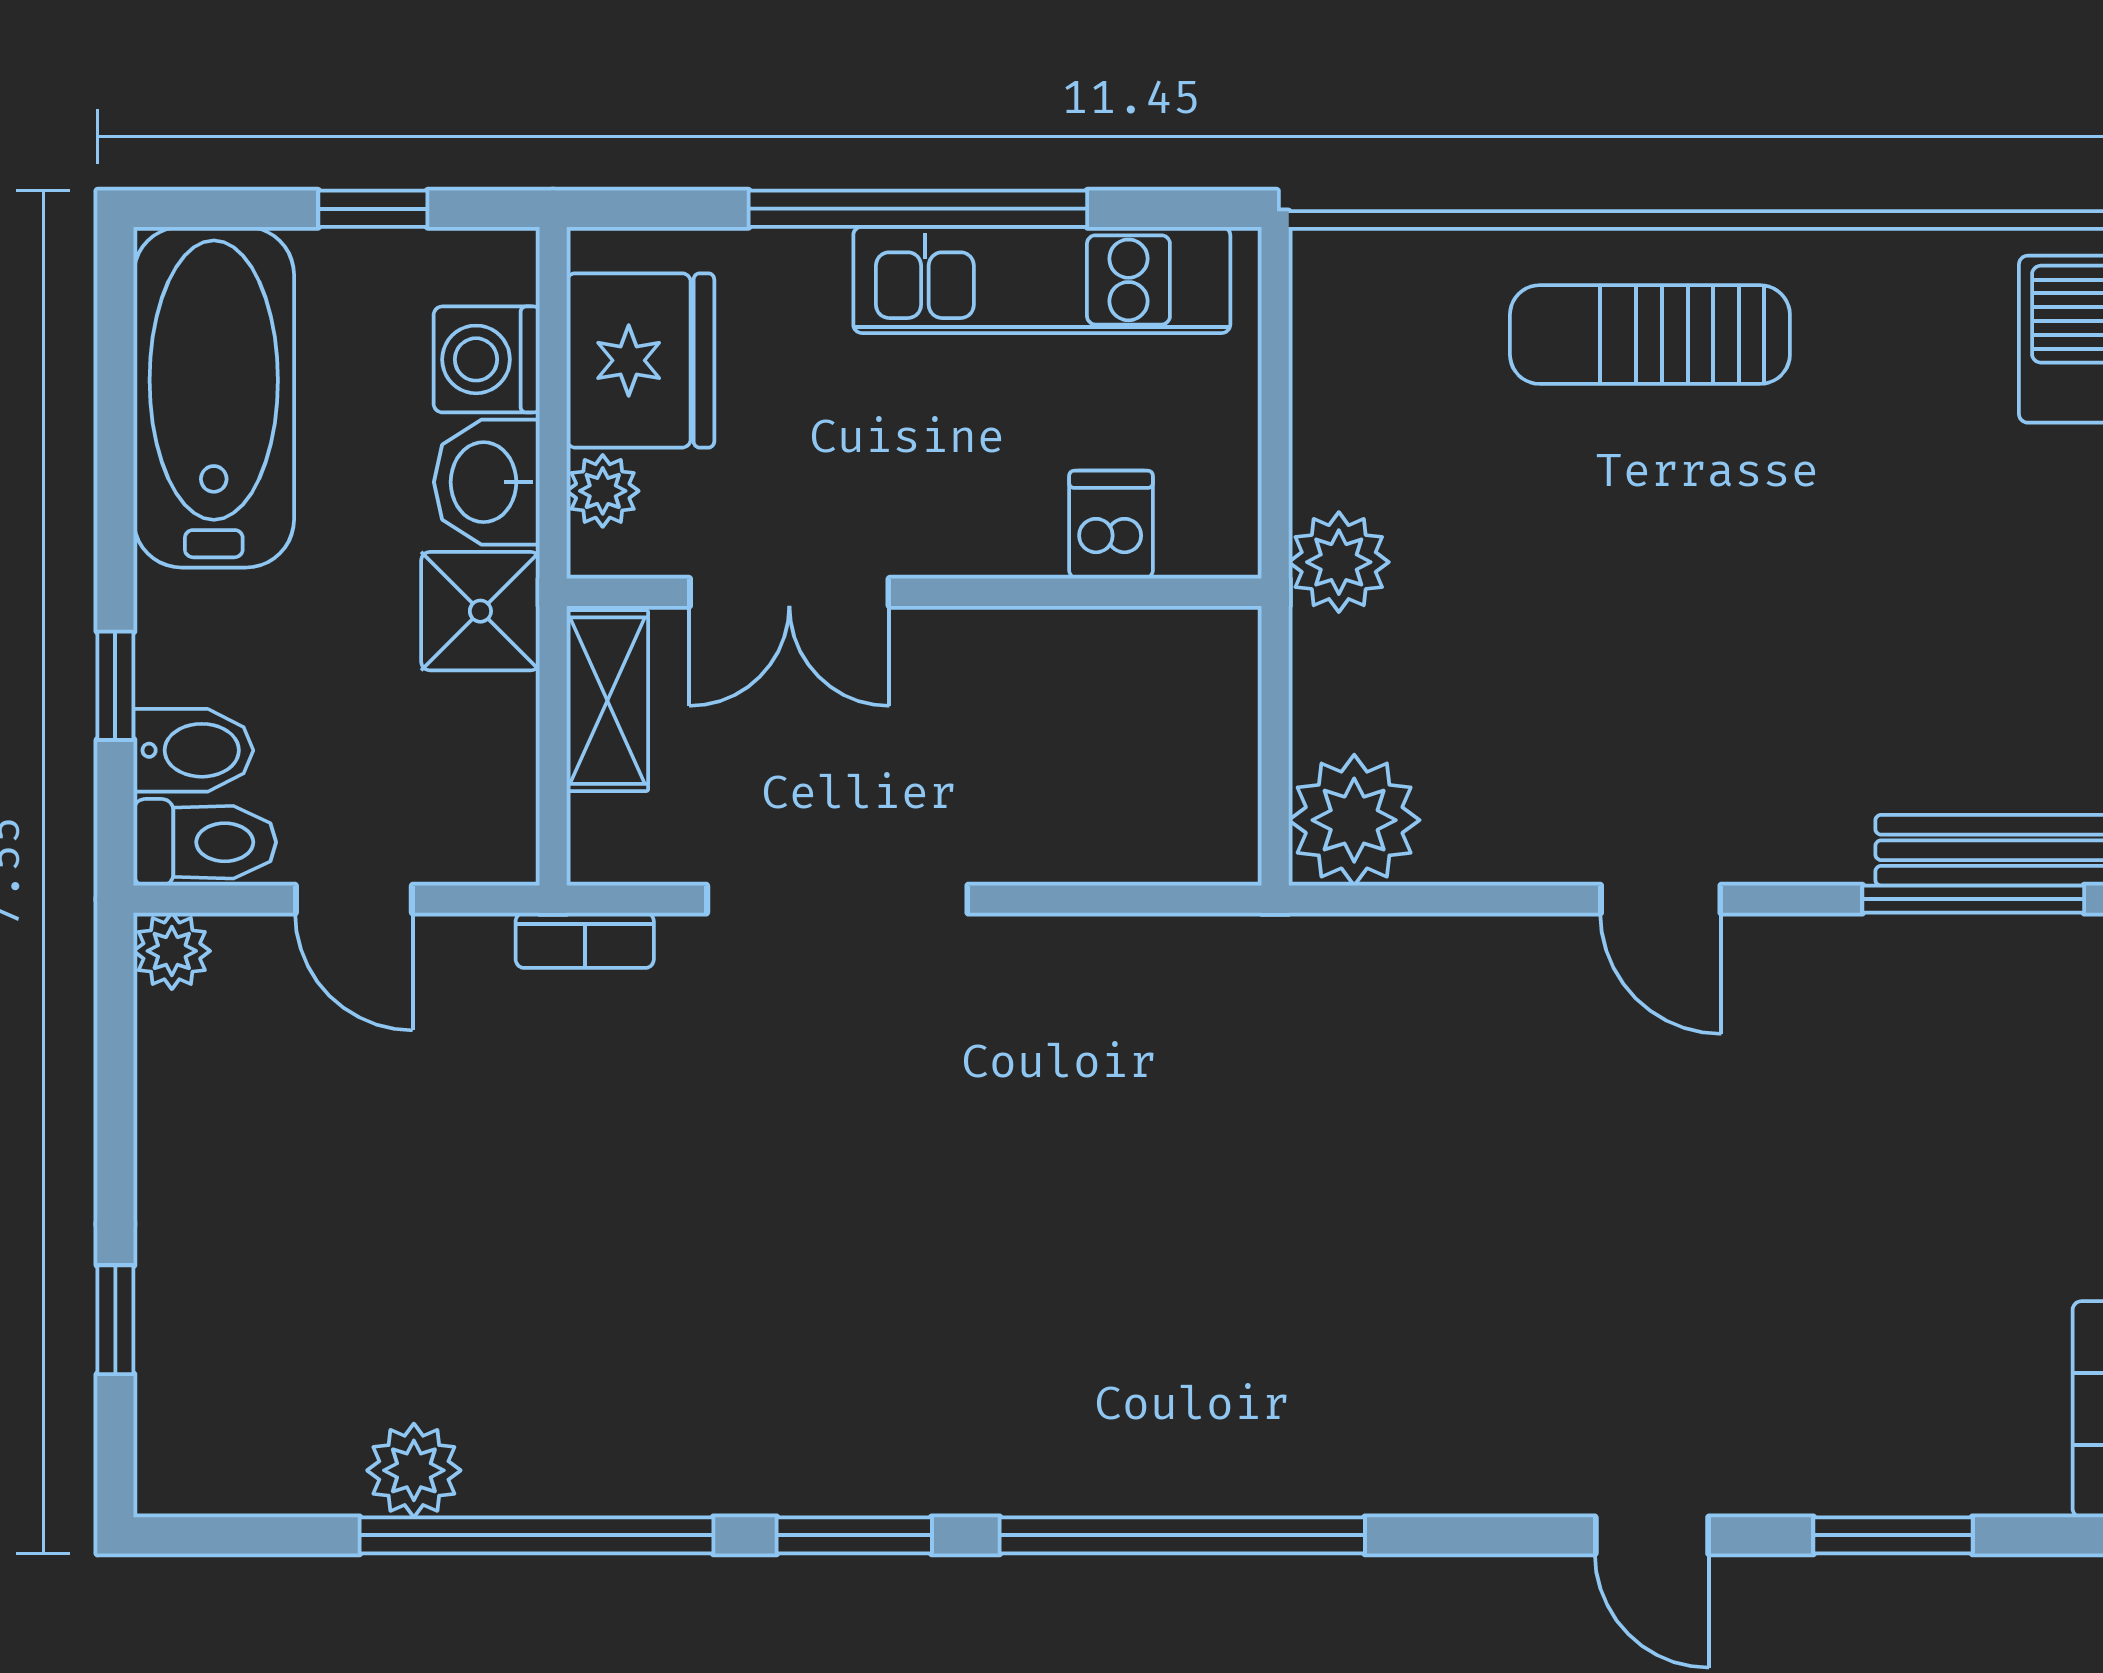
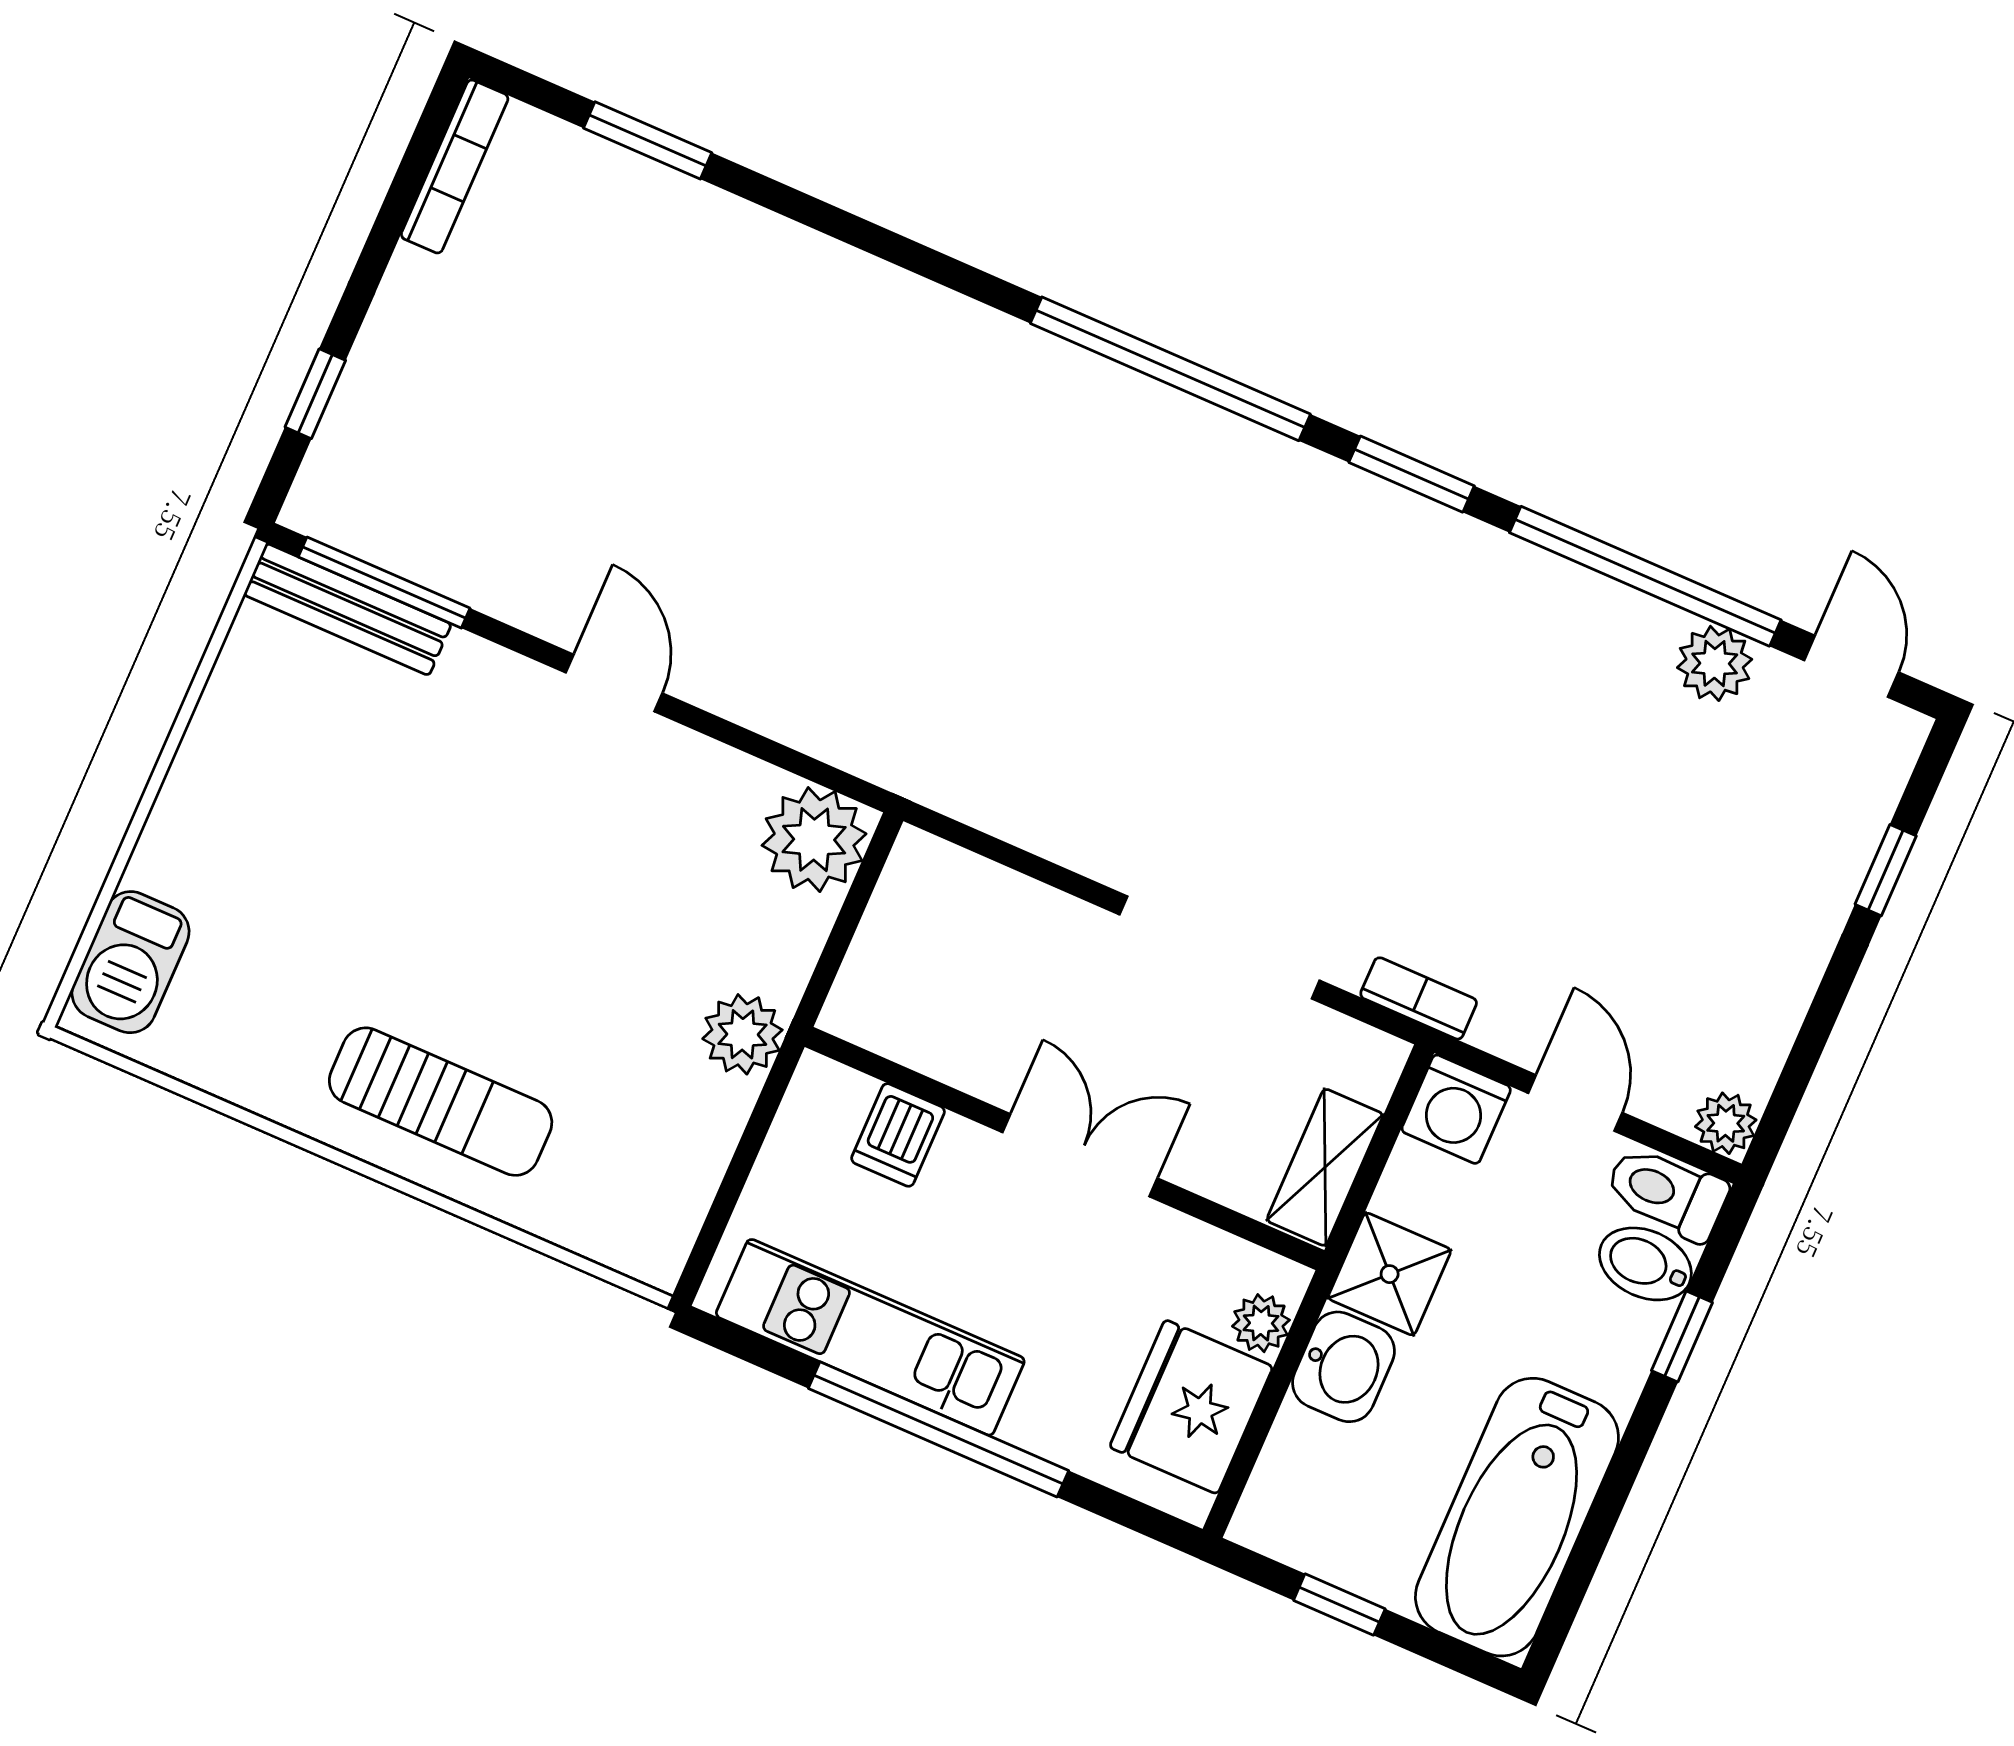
washing machine: (487, 359) -> (1456, 1109), moved, turned 90
double door: (789, 592) -> (1080, 1155), moved
door: (1652, 1535) -> (1851, 666), moved

